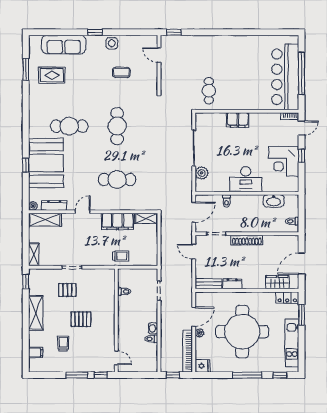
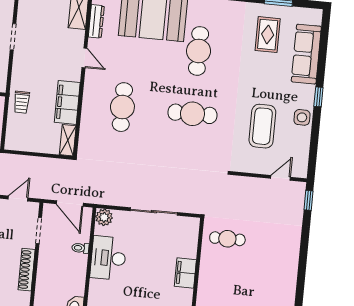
coffee table: (121, 72) -> (262, 126), width x1.86, depth x1.72
plant: (202, 173) -> (104, 217), moved
desk: (246, 179) -> (108, 258), moved

